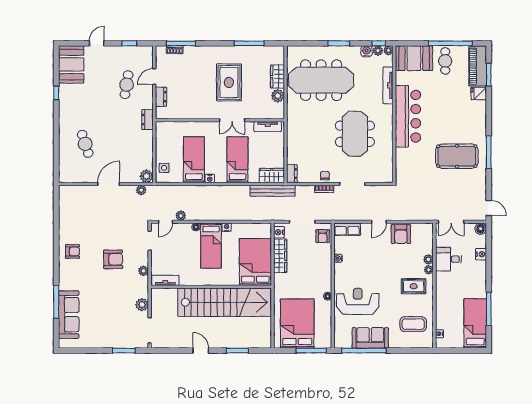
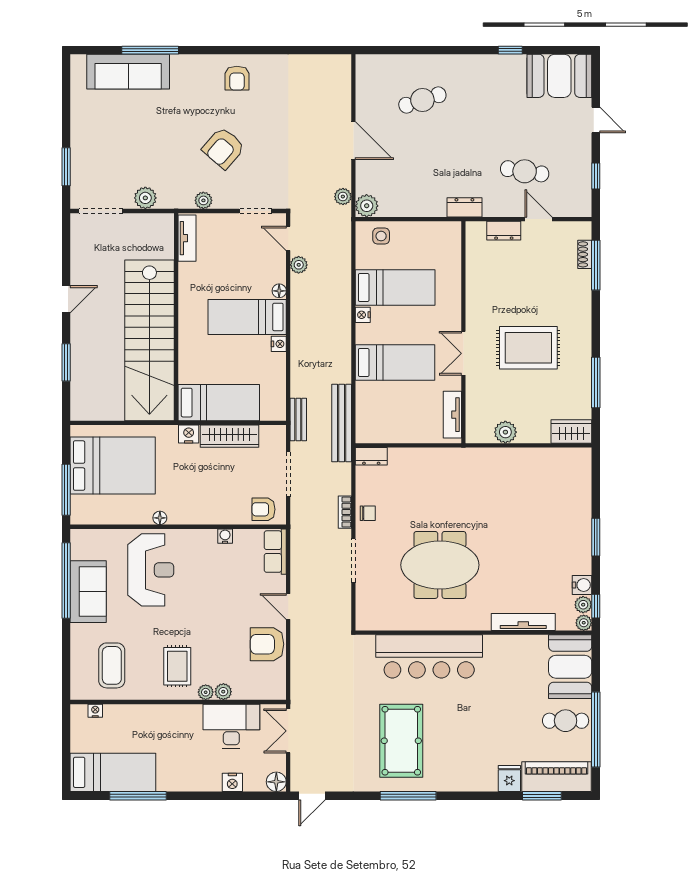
wardrobe: (277, 77) -> (571, 431), moved
meeting table: (321, 80) -> (532, 507), removed
bar counter: (408, 116) -> (429, 656), moved
wardrobe: (272, 176) -> (368, 422), removed
bench: (271, 216) -> (298, 420), added
nightstand: (279, 232) -> (189, 434), moved
armchair: (113, 259) -> (223, 148), turned 42
desk: (448, 259) -> (231, 726), width x1.37
bed: (255, 262) -> (219, 403), width x0.67

